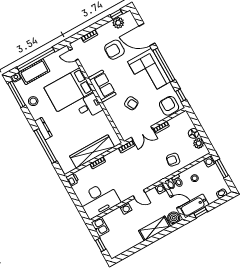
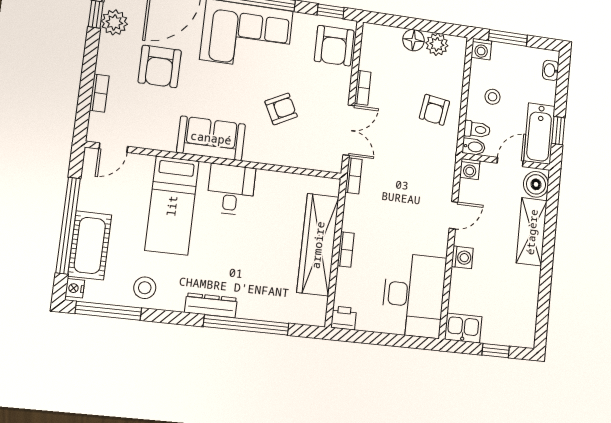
bed: (68, 90) -> (172, 206), width x0.67
armchair: (169, 106) -> (334, 46), turned -90

